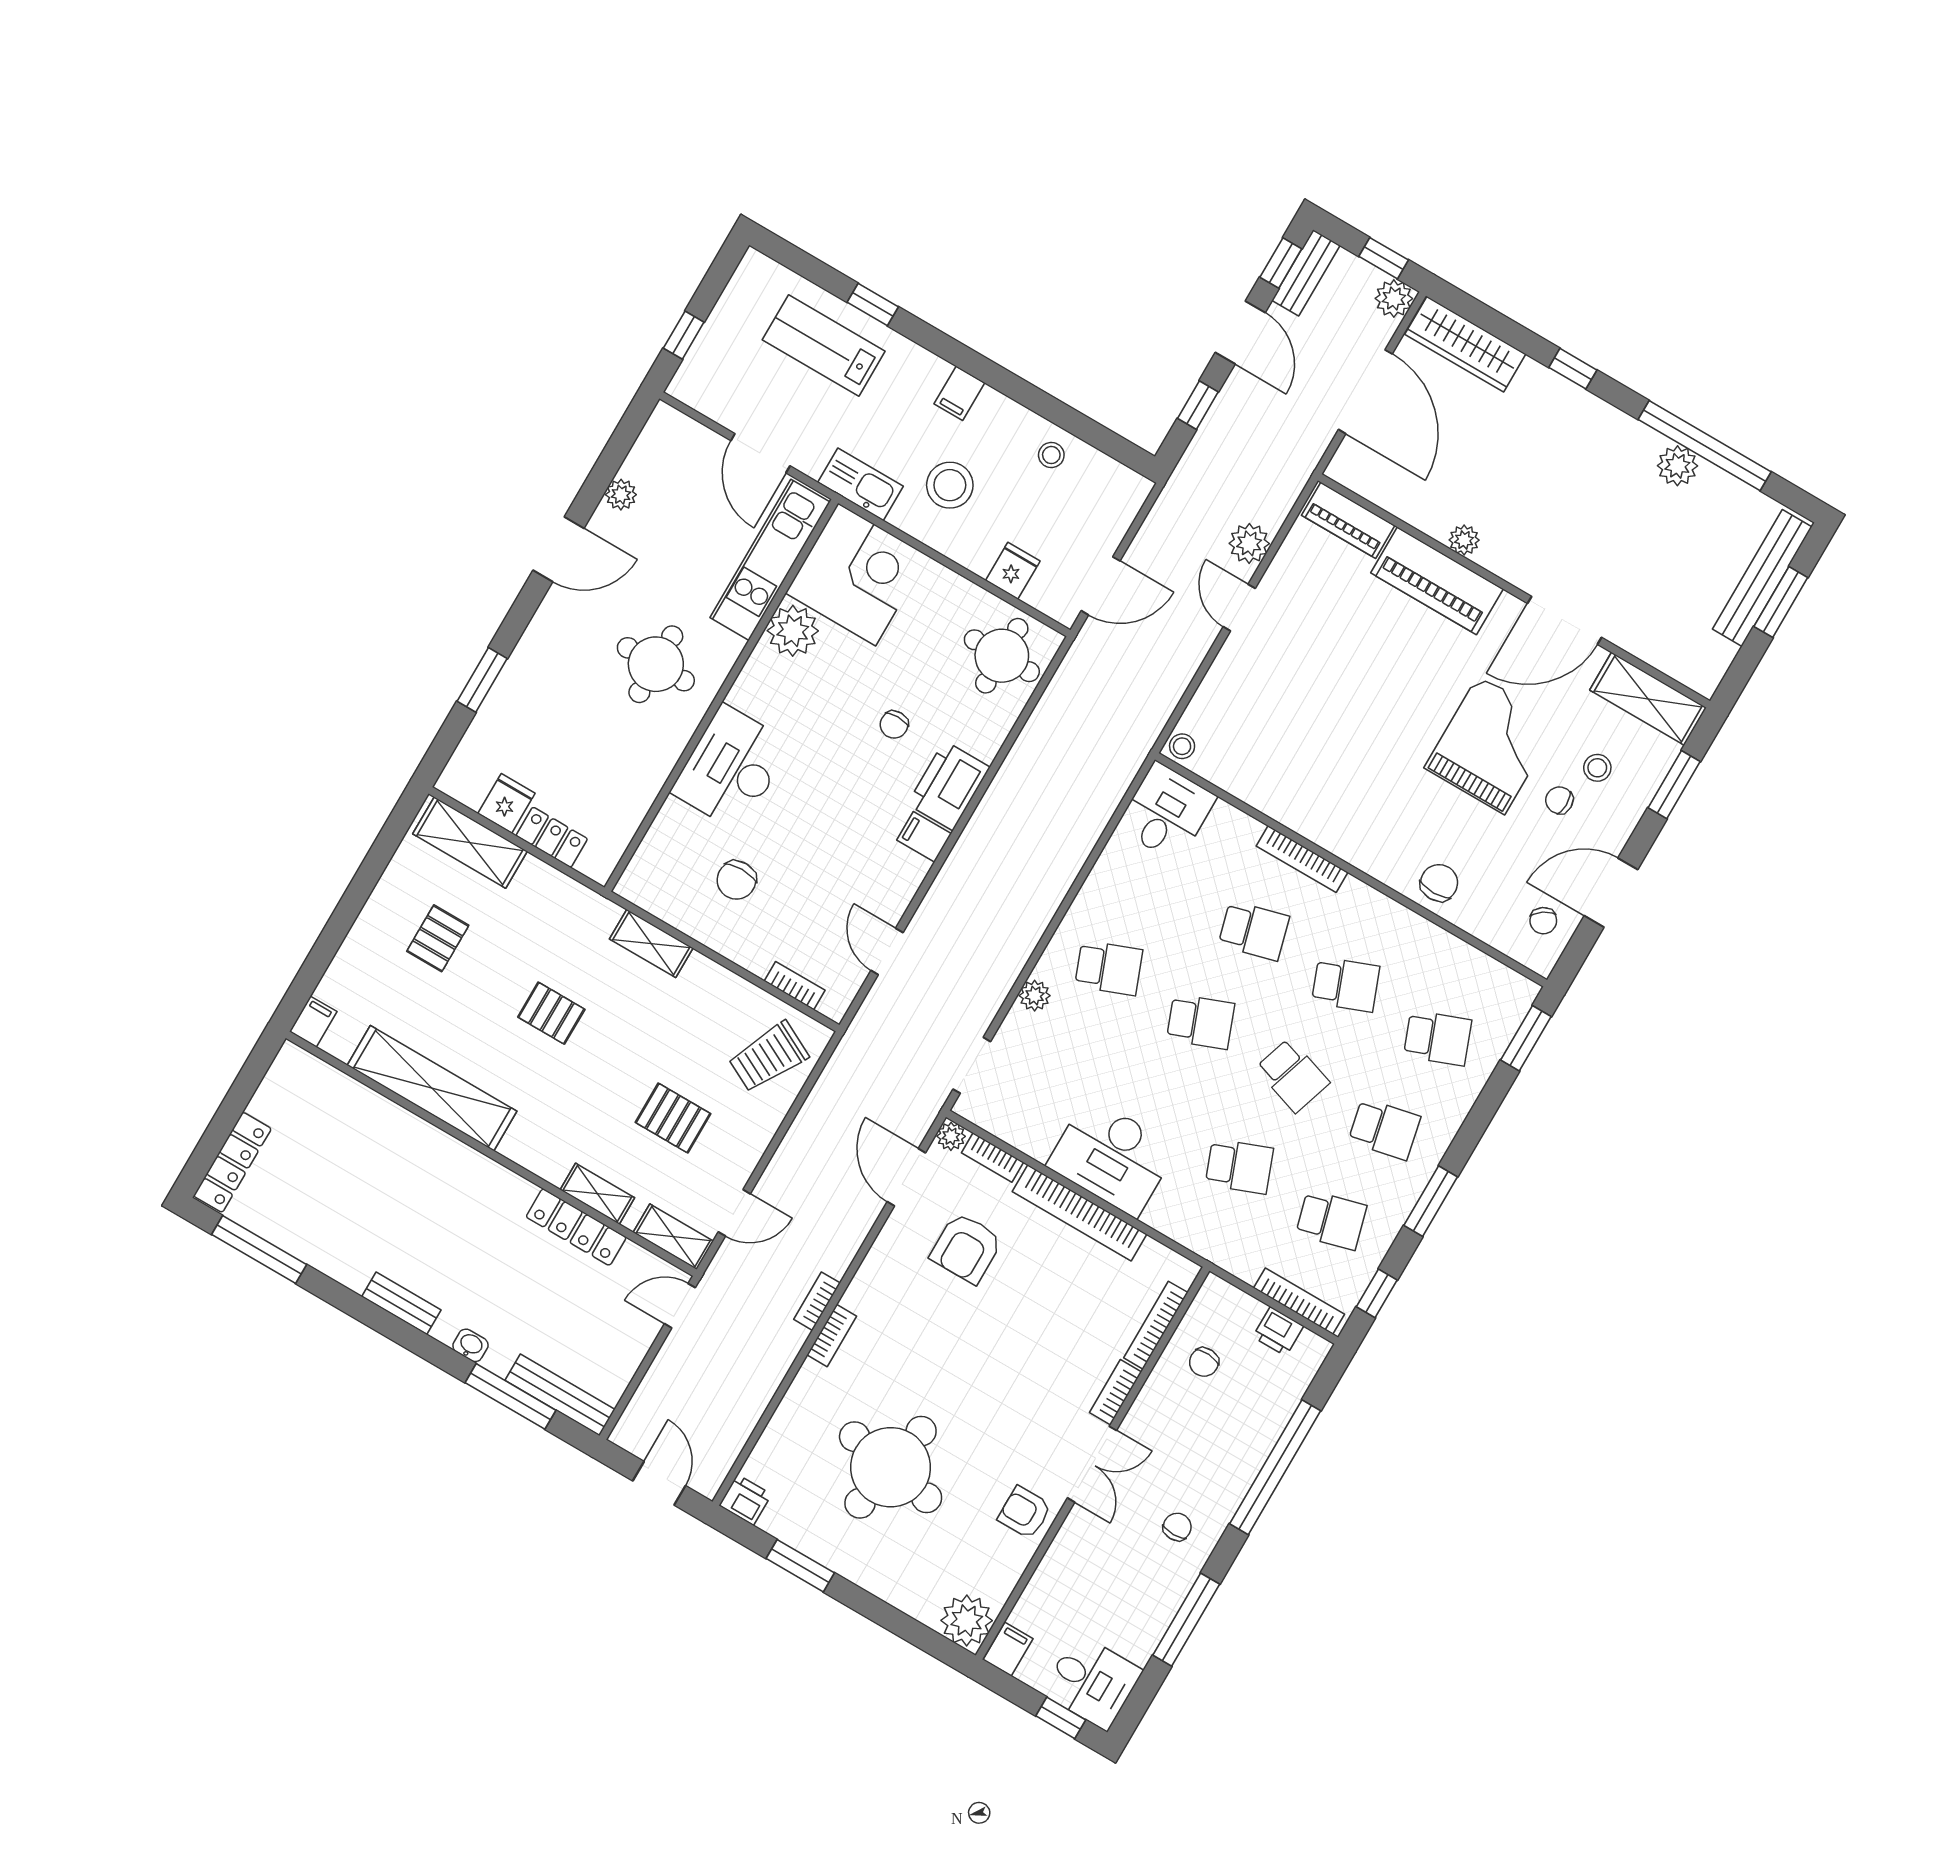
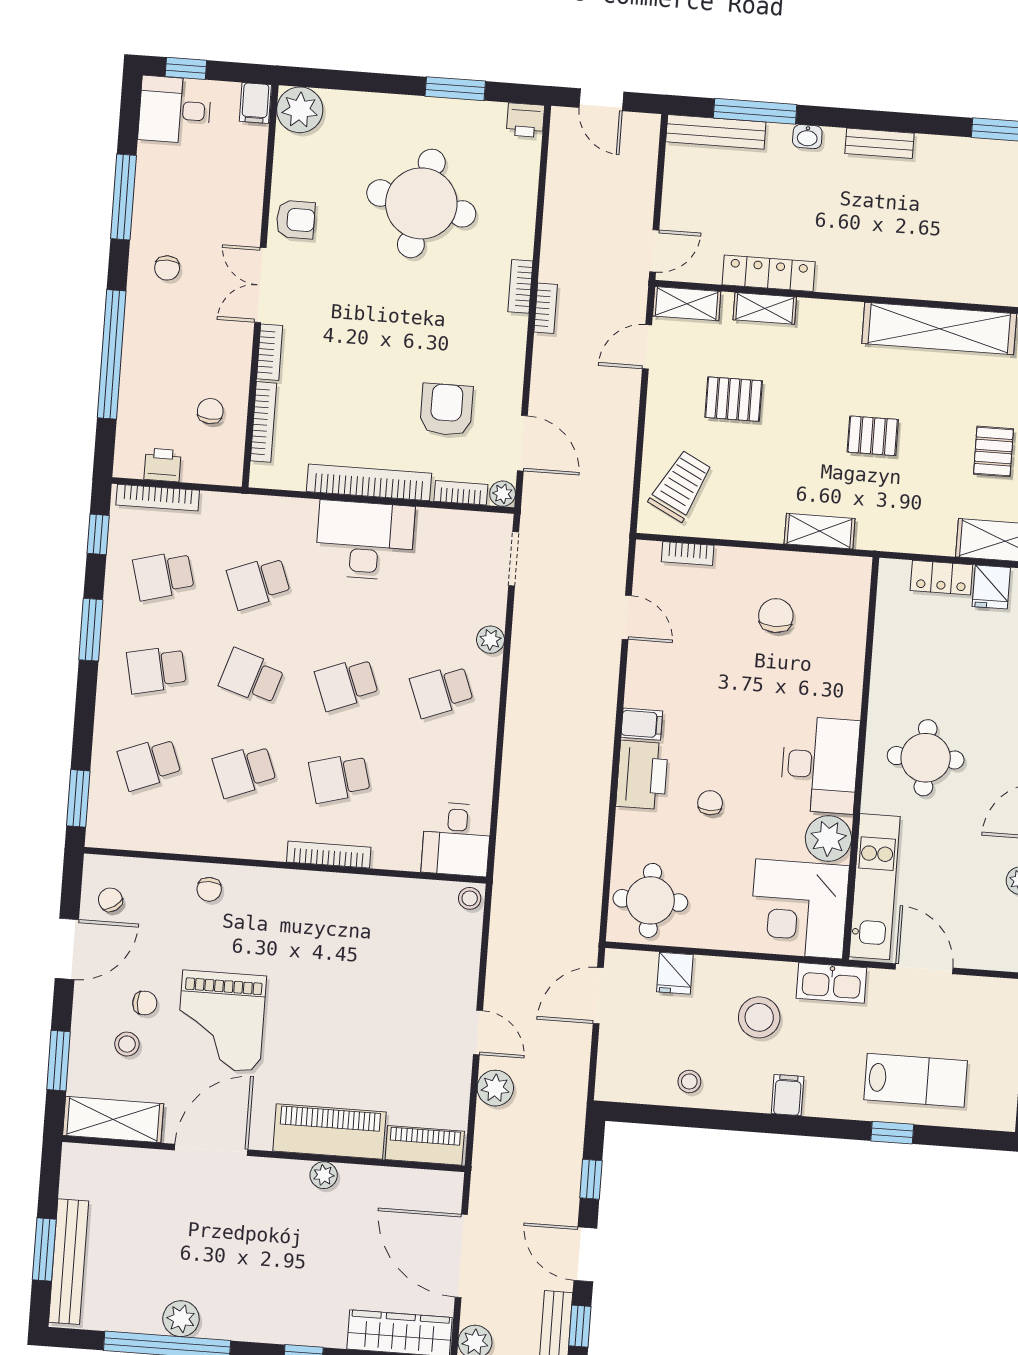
desk: (731, 768) -> (820, 765), moved
chair: (1439, 883) -> (209, 889), width x0.73, depth x0.73

